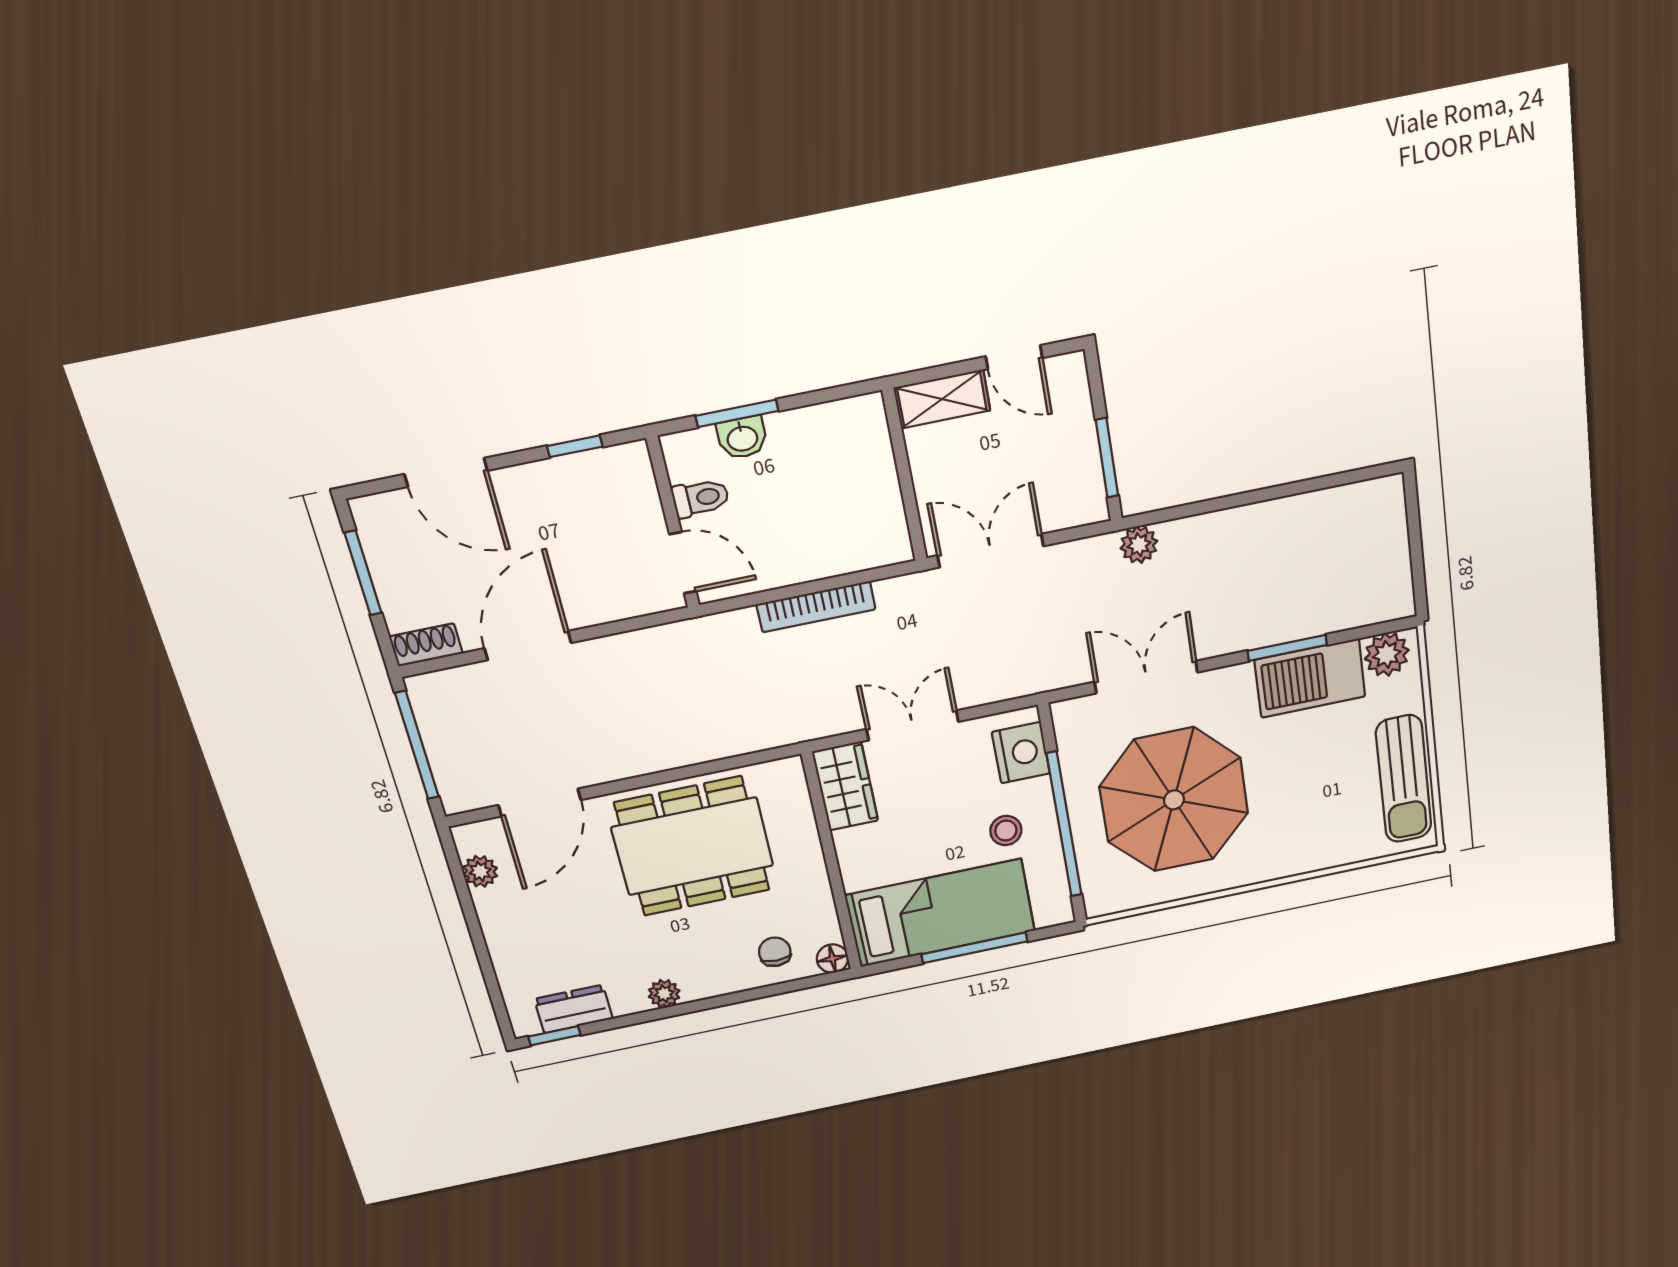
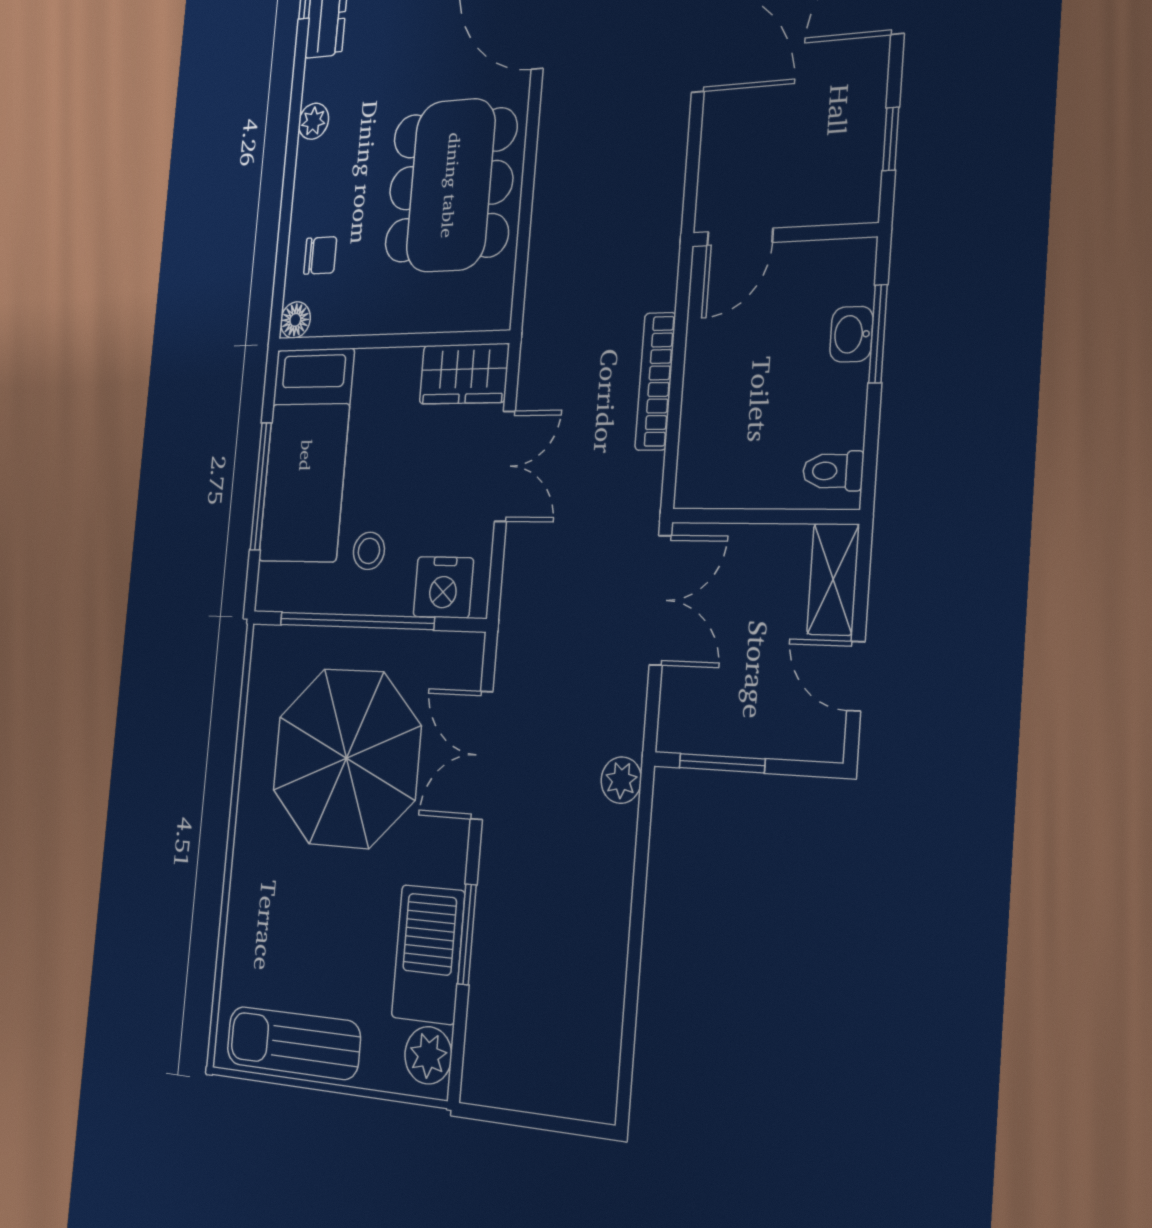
door: (1014, 357) -> (856, 676), hinge flipped
toilet: (701, 498) -> (833, 471), moved, turned 90
double door: (1146, 677) -> (481, 755), swing flipped

